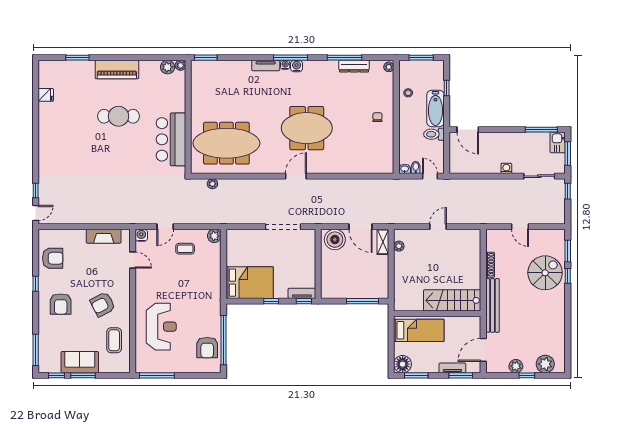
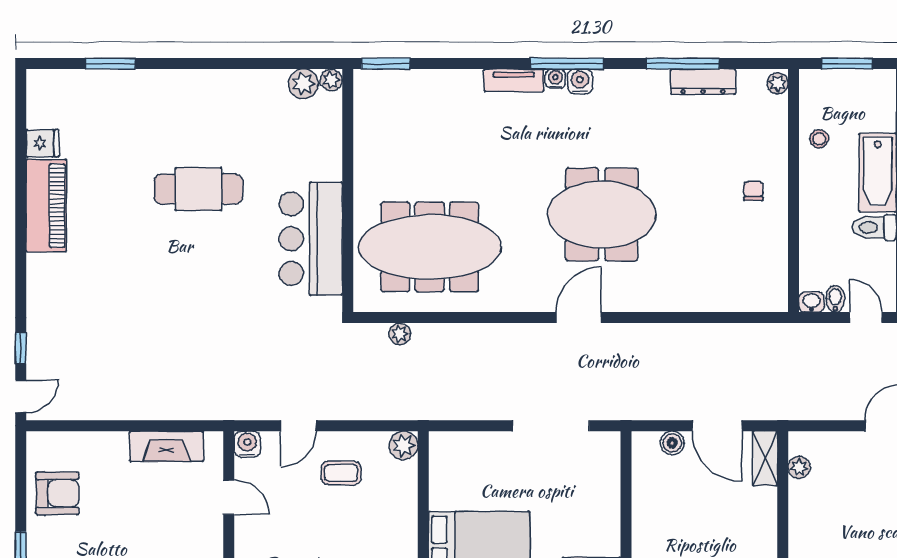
piano: (117, 70) -> (46, 206), moved, turned -90
boiler: (335, 240) -> (672, 443), width x0.54, depth x0.54

